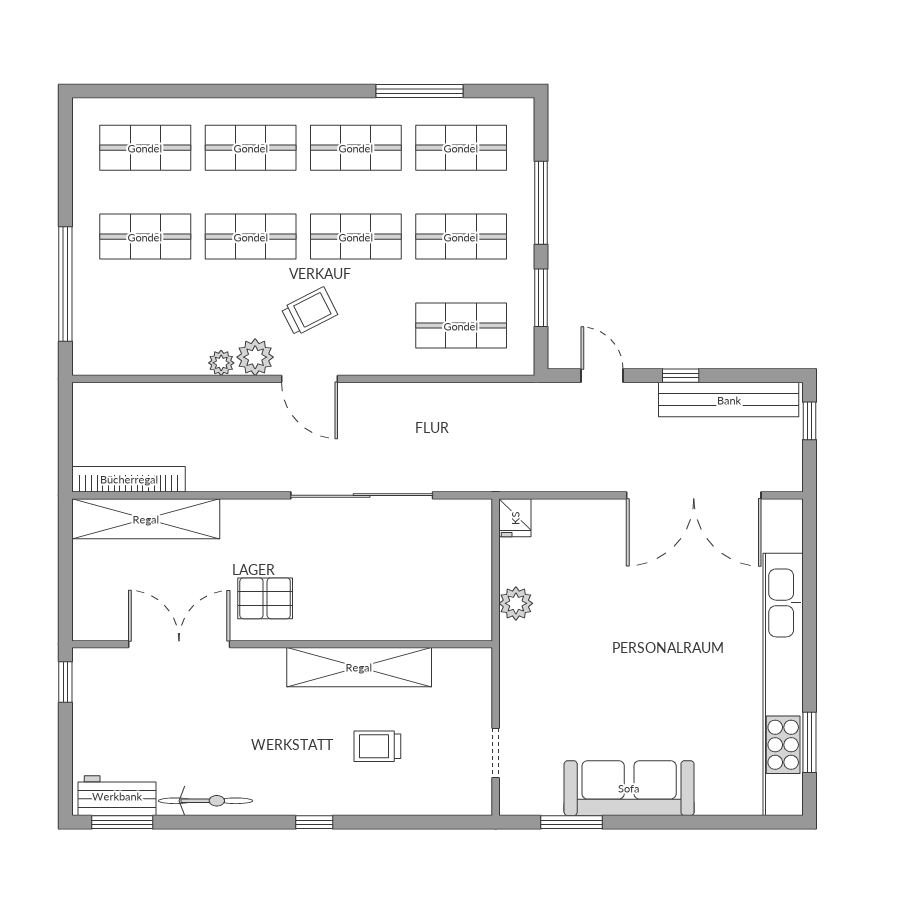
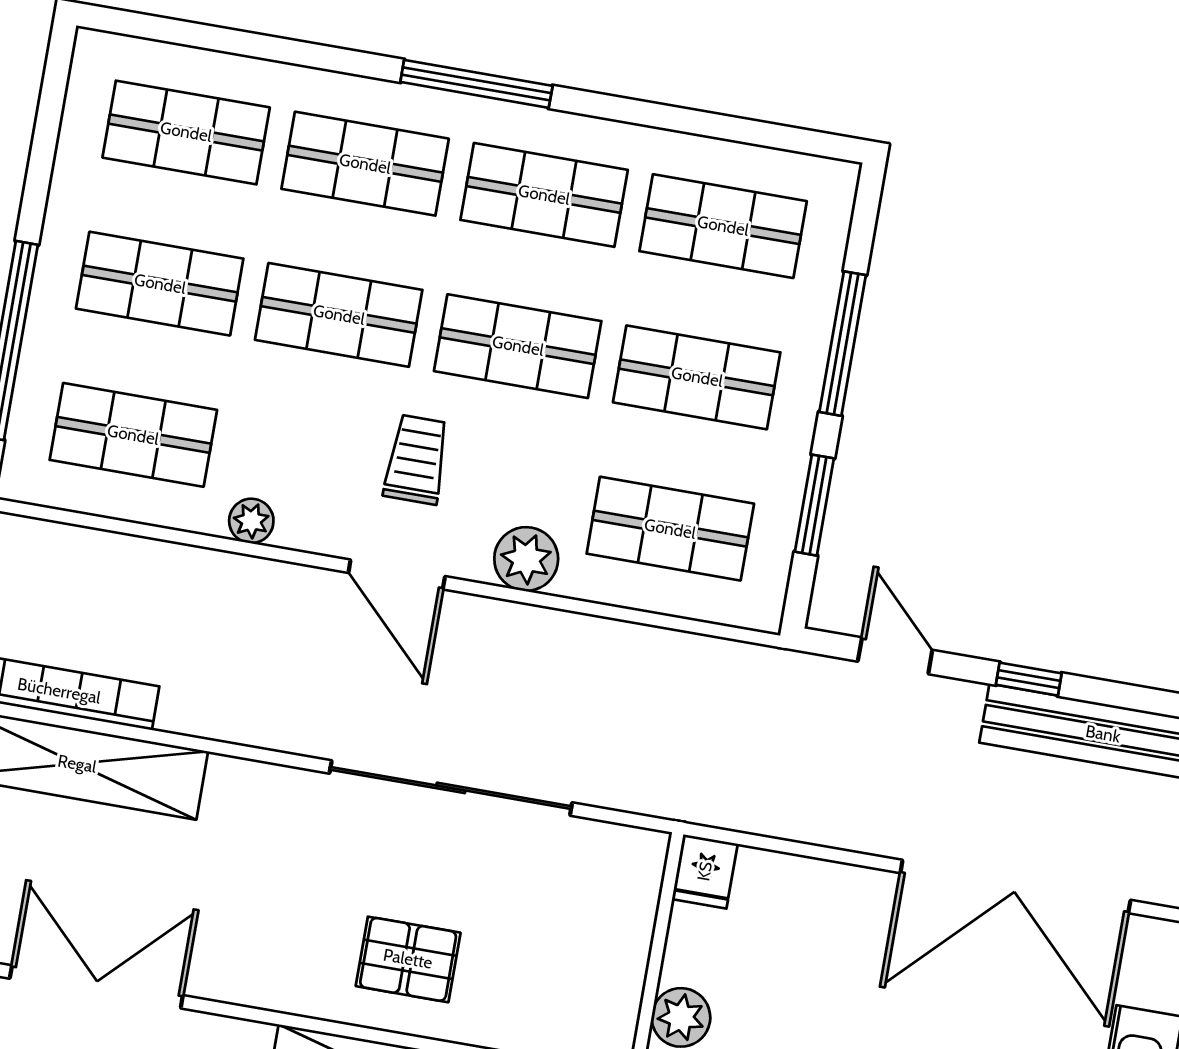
window: (419, 91) -> (476, 84), moved
trolley: (309, 311) -> (417, 460), turned -63
shop shelf: (145, 326) -> (133, 435), added
plant: (255, 357) -> (526, 559), moved
pallet: (265, 598) -> (408, 959), moved

